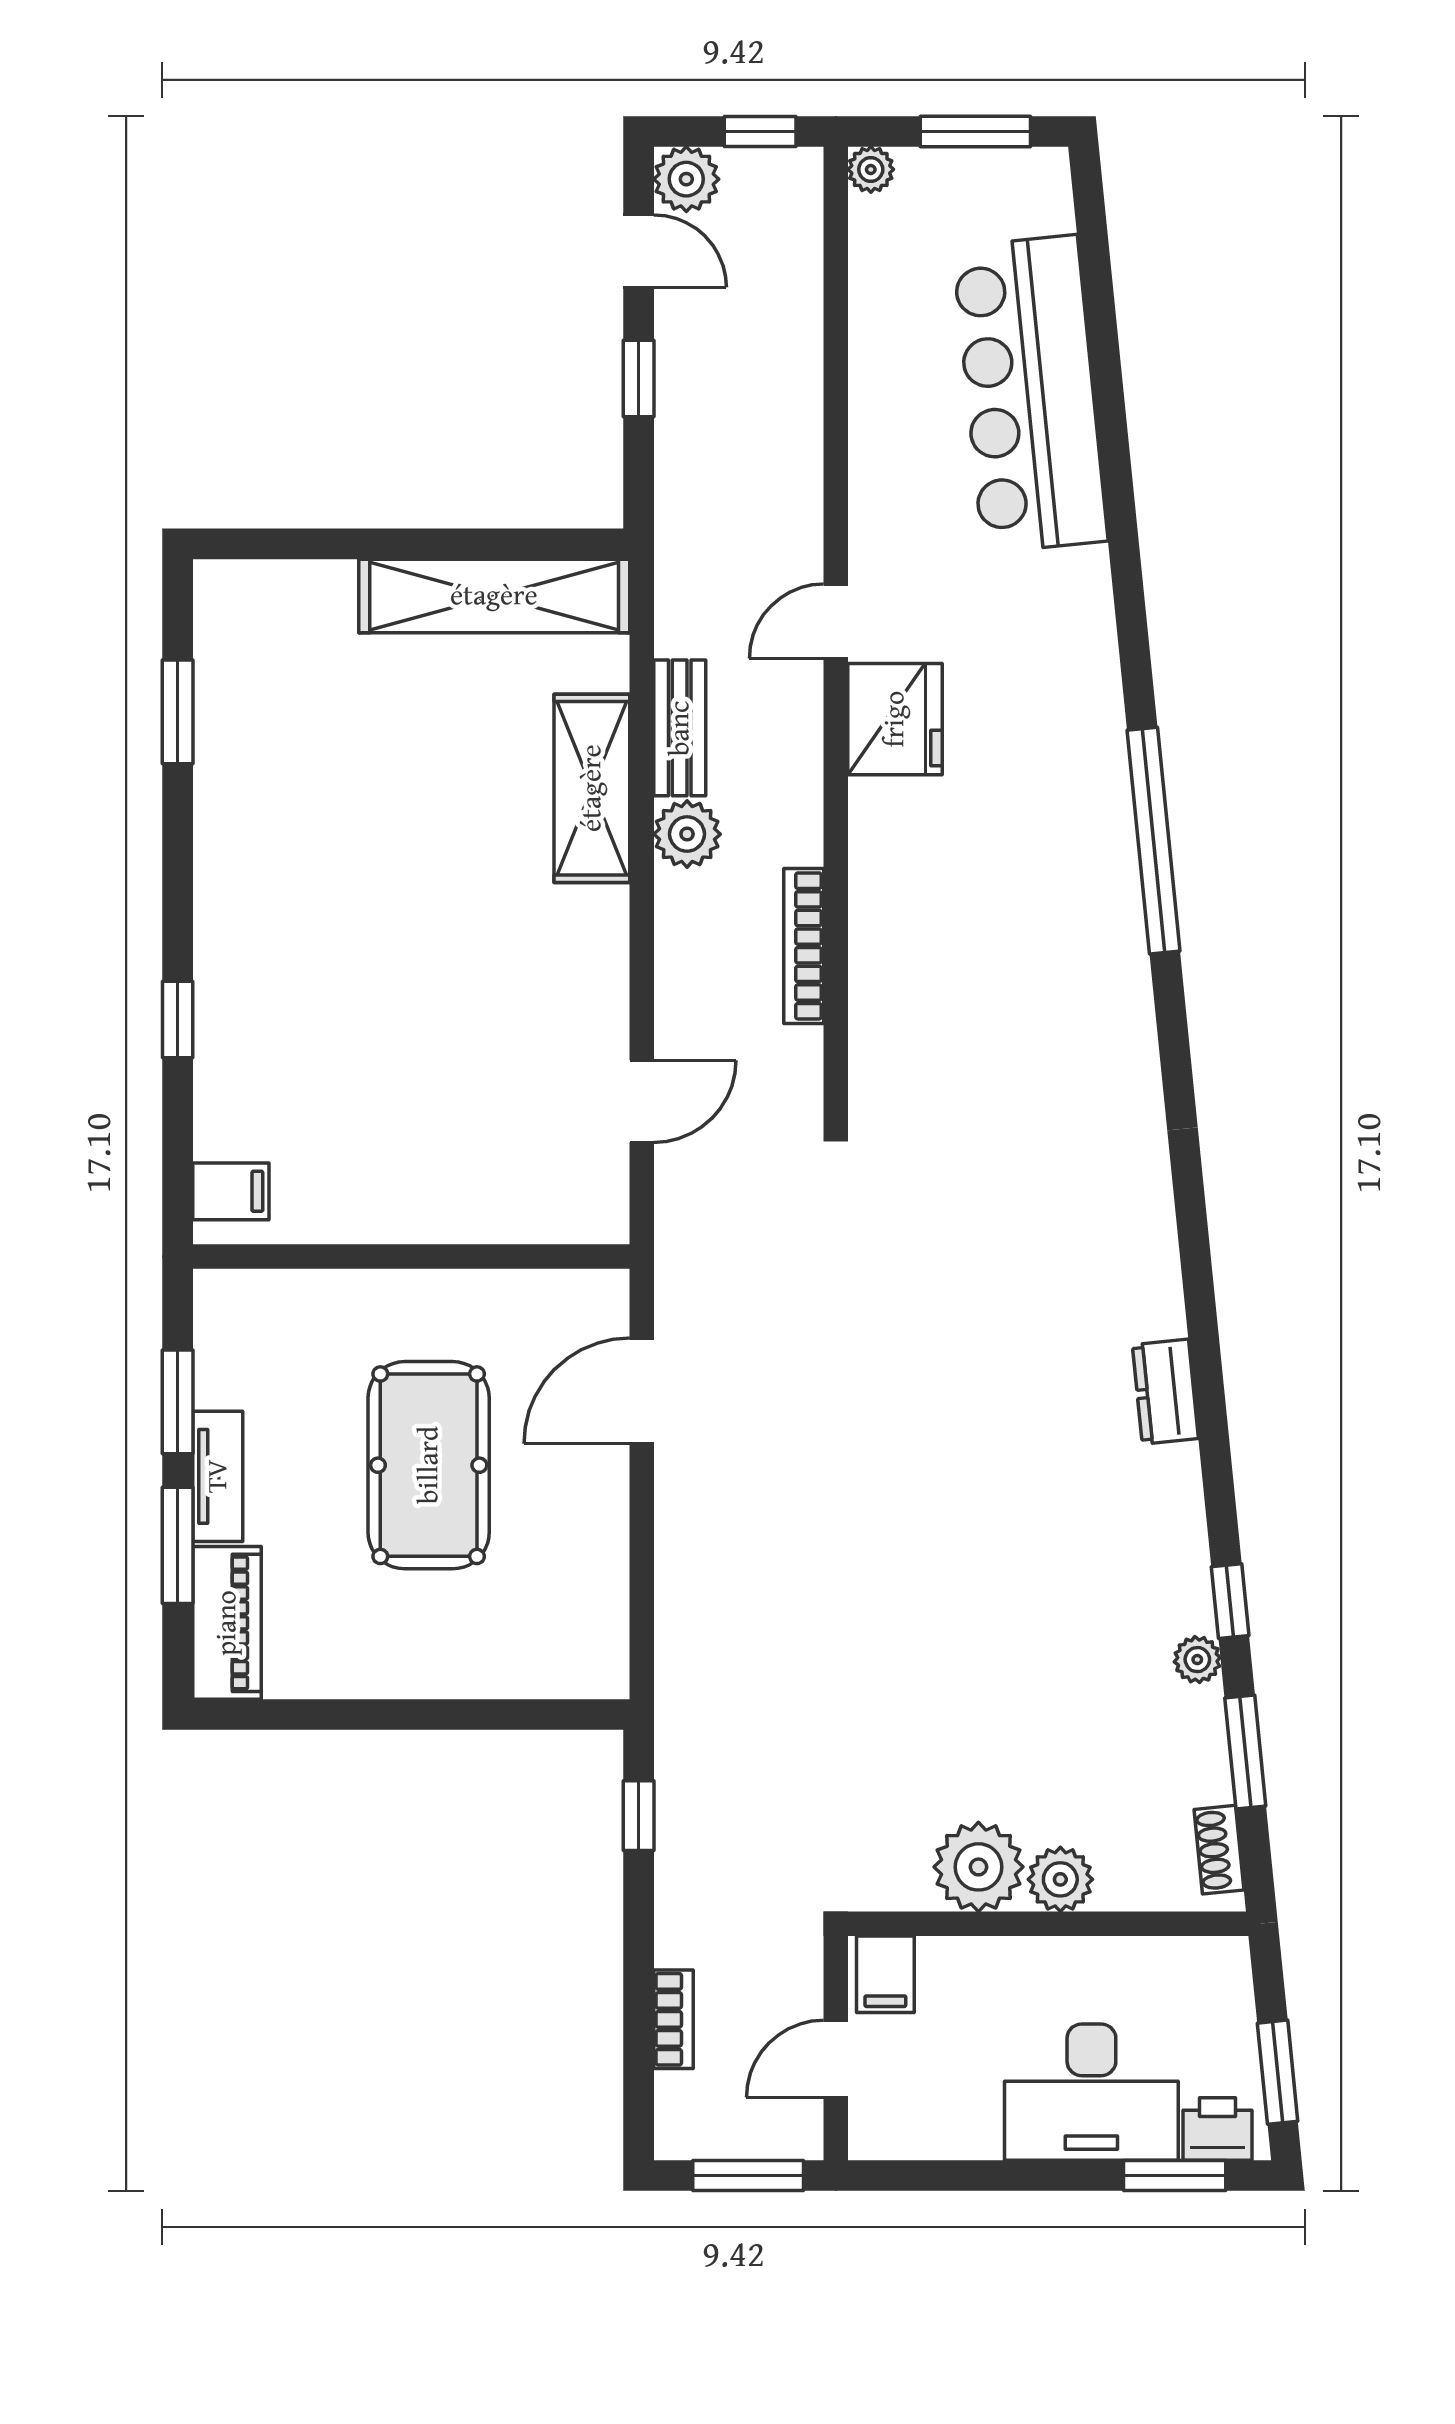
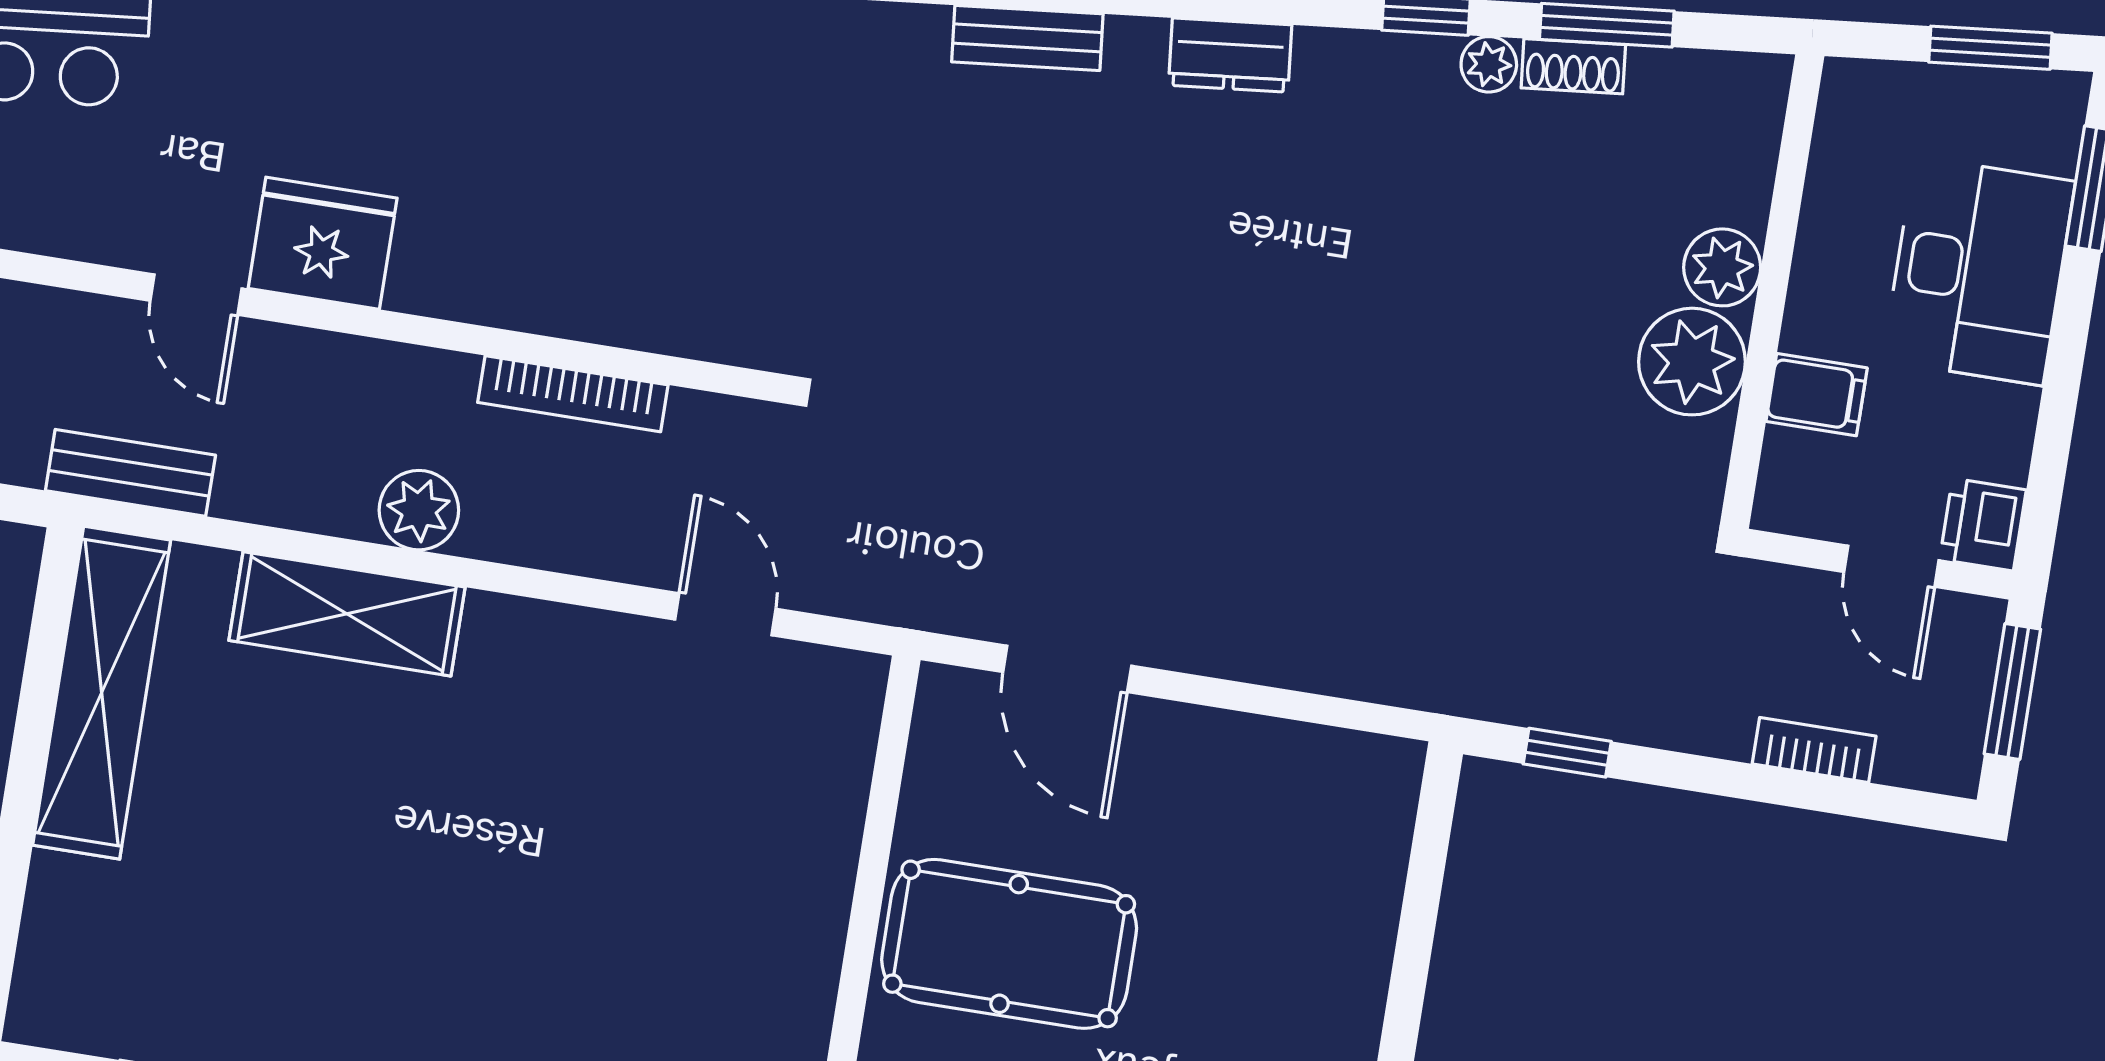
bench: (680, 728) -> (130, 473), moved
bench: (1158, 1275) -> (1027, 38), added
dresser: (1165, 1392) -> (1230, 55), moved
pool table: (429, 1465) -> (1009, 944), moved
shoe rack: (1219, 1850) -> (1573, 66), moved
filing cabinet: (885, 1974) -> (1817, 395), moved
printer: (1218, 2129) -> (1983, 525), moved

